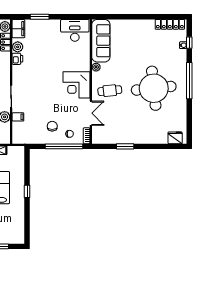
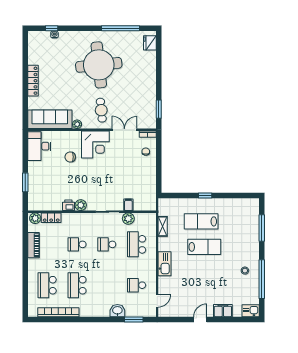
locker: (170, 24) -> (33, 81), moved
filing cabinet: (18, 29) -> (37, 204), removed
plant: (18, 47) -> (81, 205), moved
window: (189, 81) -> (120, 28), moved
chair: (52, 126) -> (70, 157), moved
window: (64, 146) -> (159, 157), removed
window: (125, 146) -> (159, 109), moved

